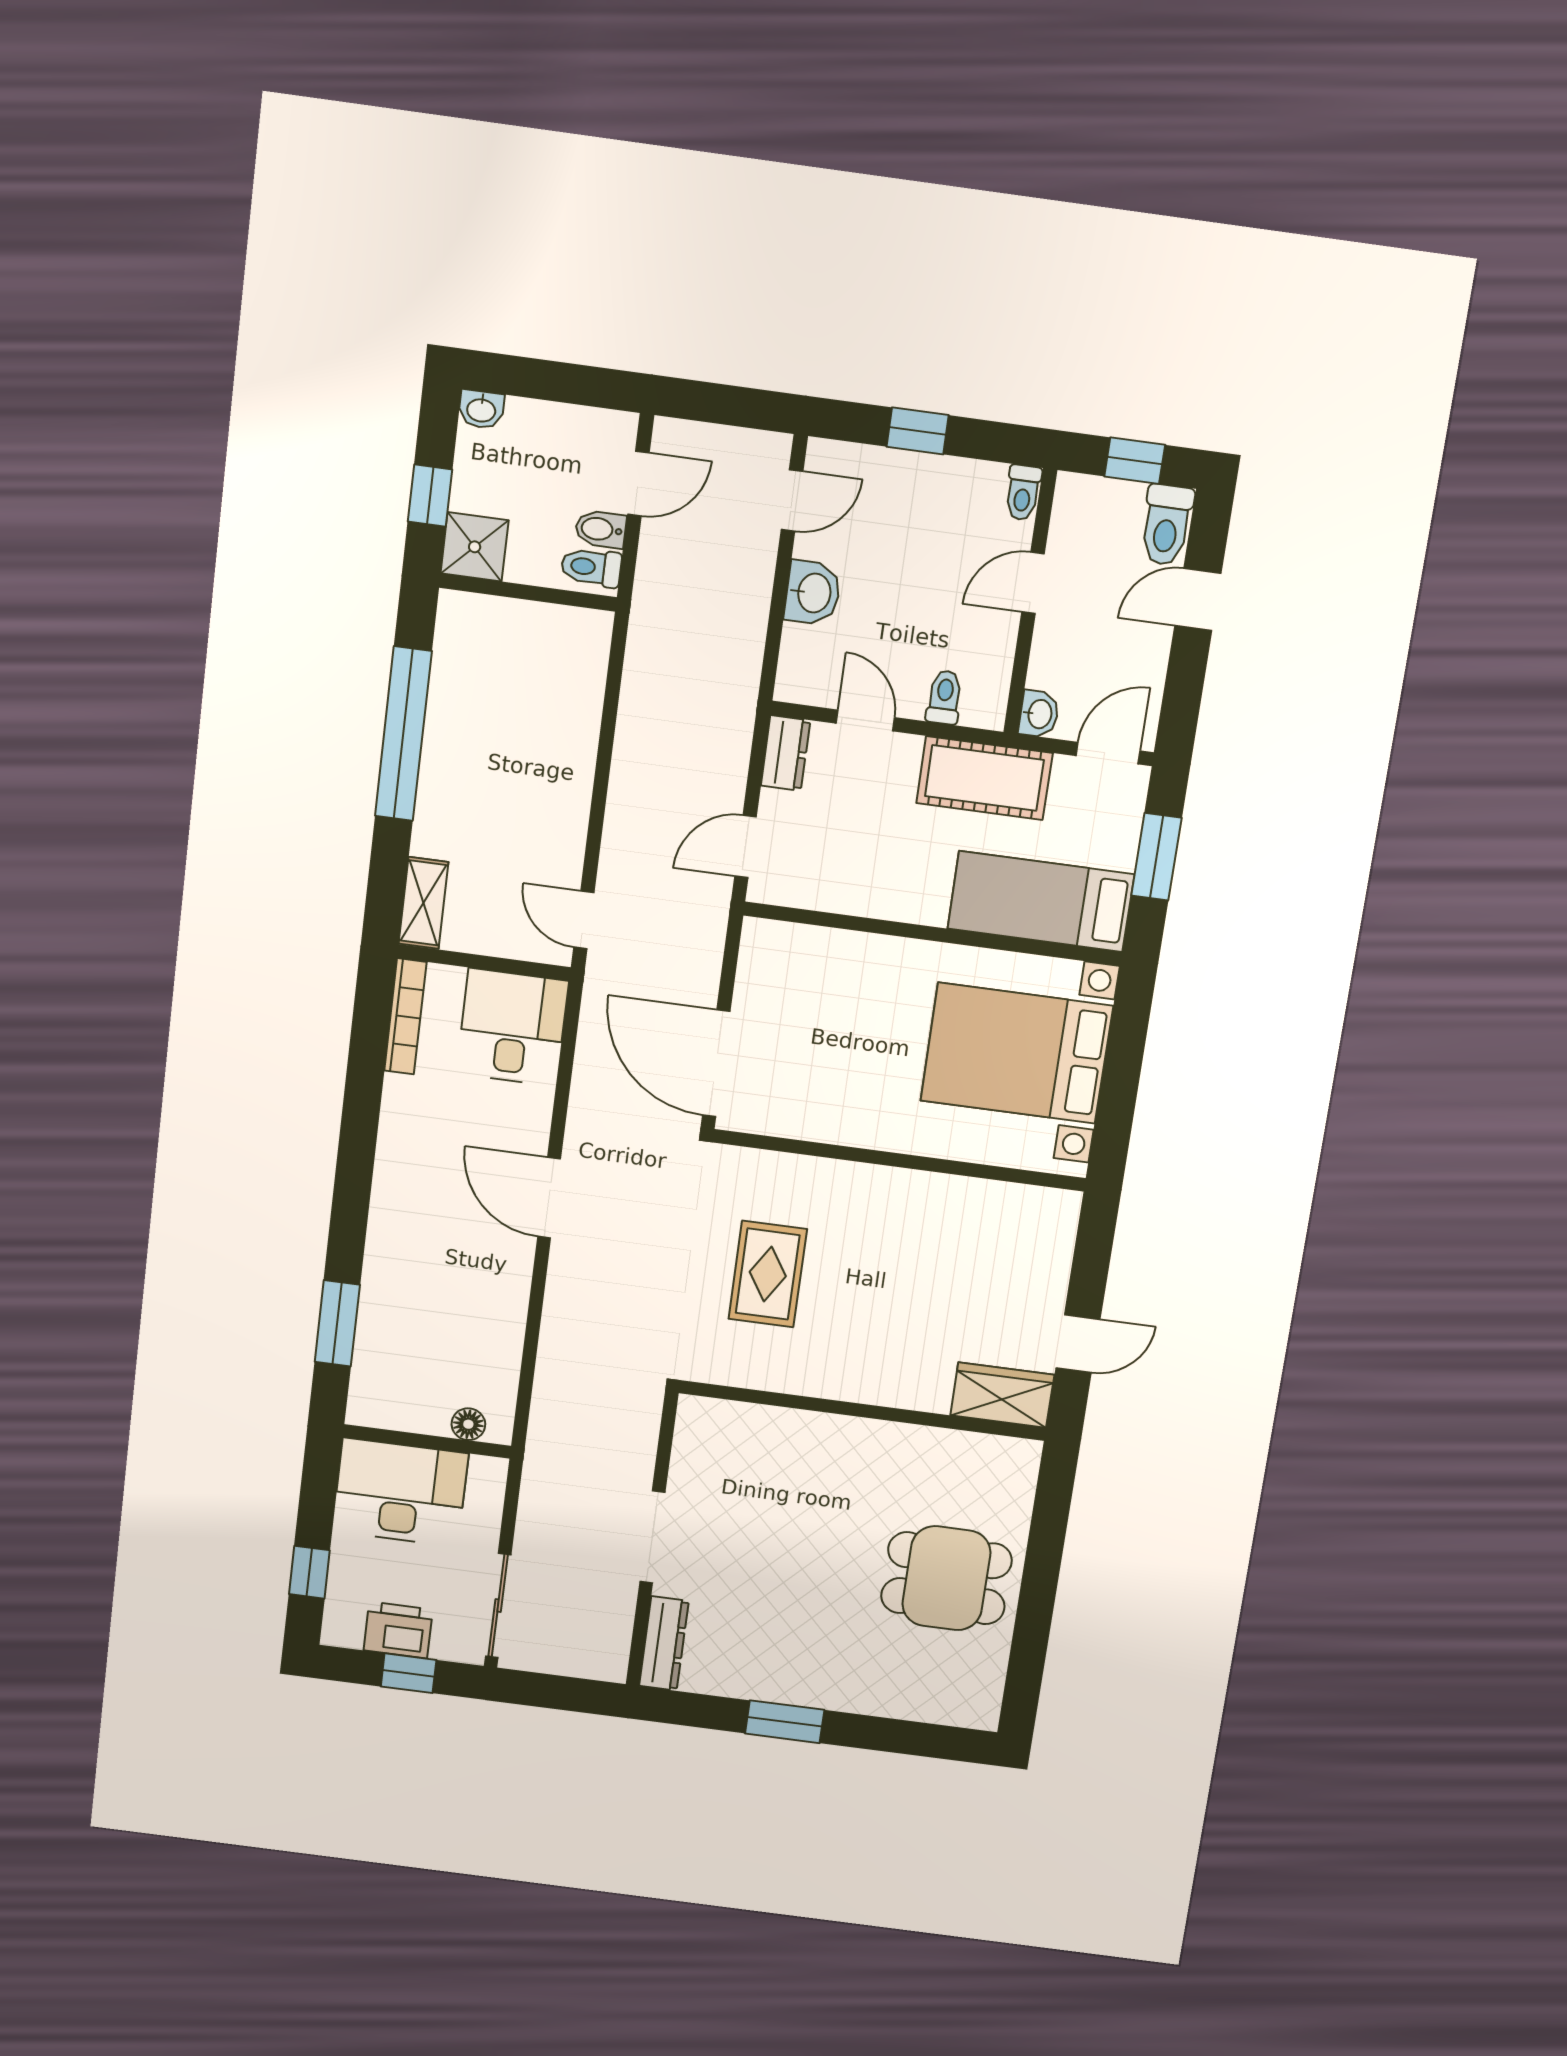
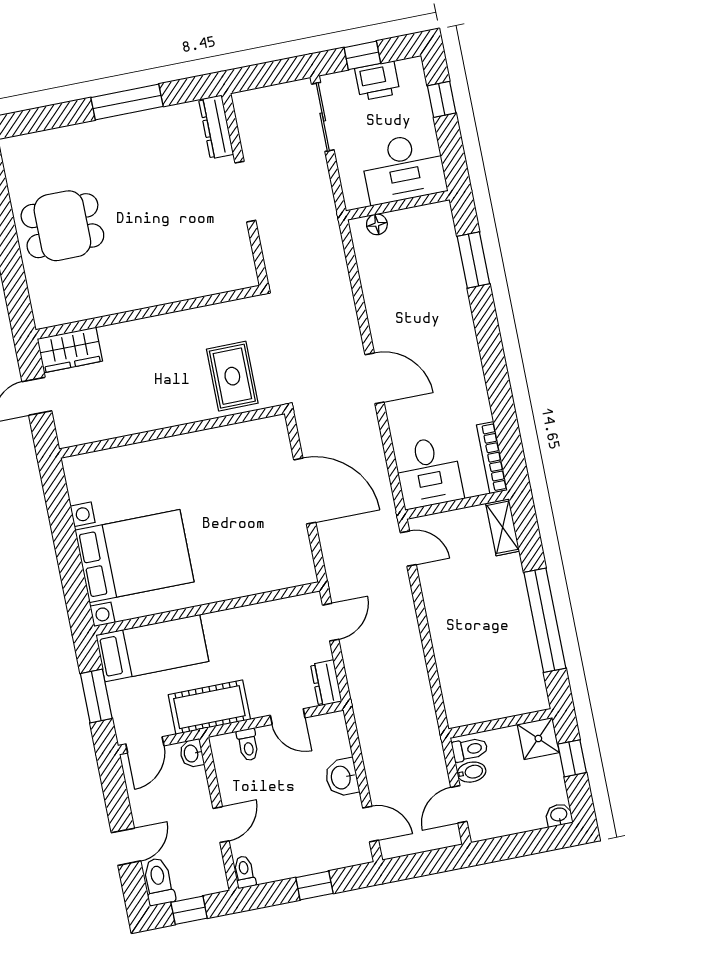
door: (792, 500) -> (371, 824), swing flipped
wall: (899, 1160) -> (172, 431), moved
window: (785, 1722) -> (127, 102), width x1.44

